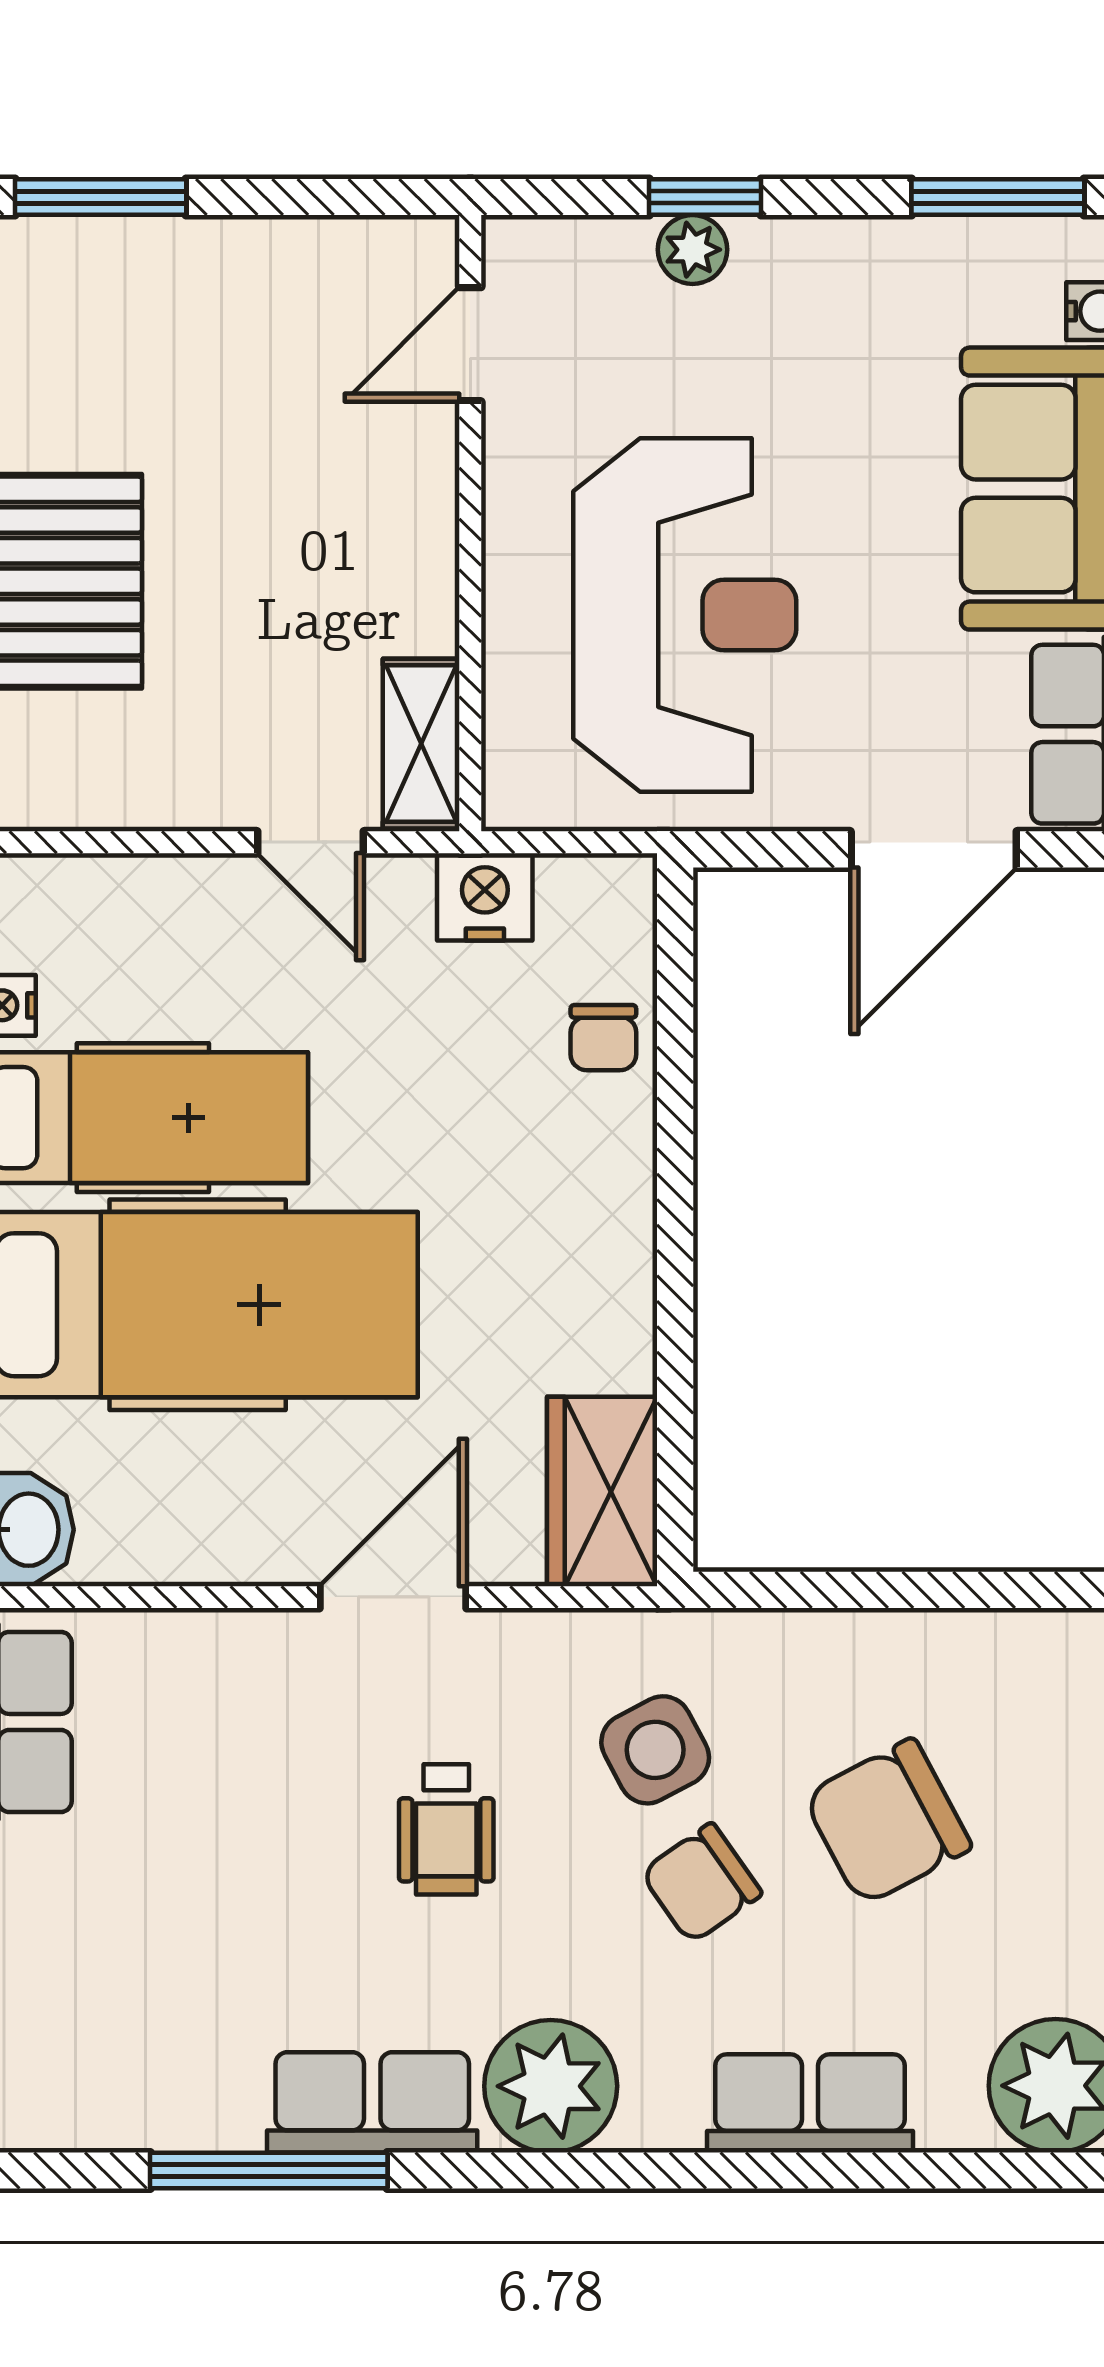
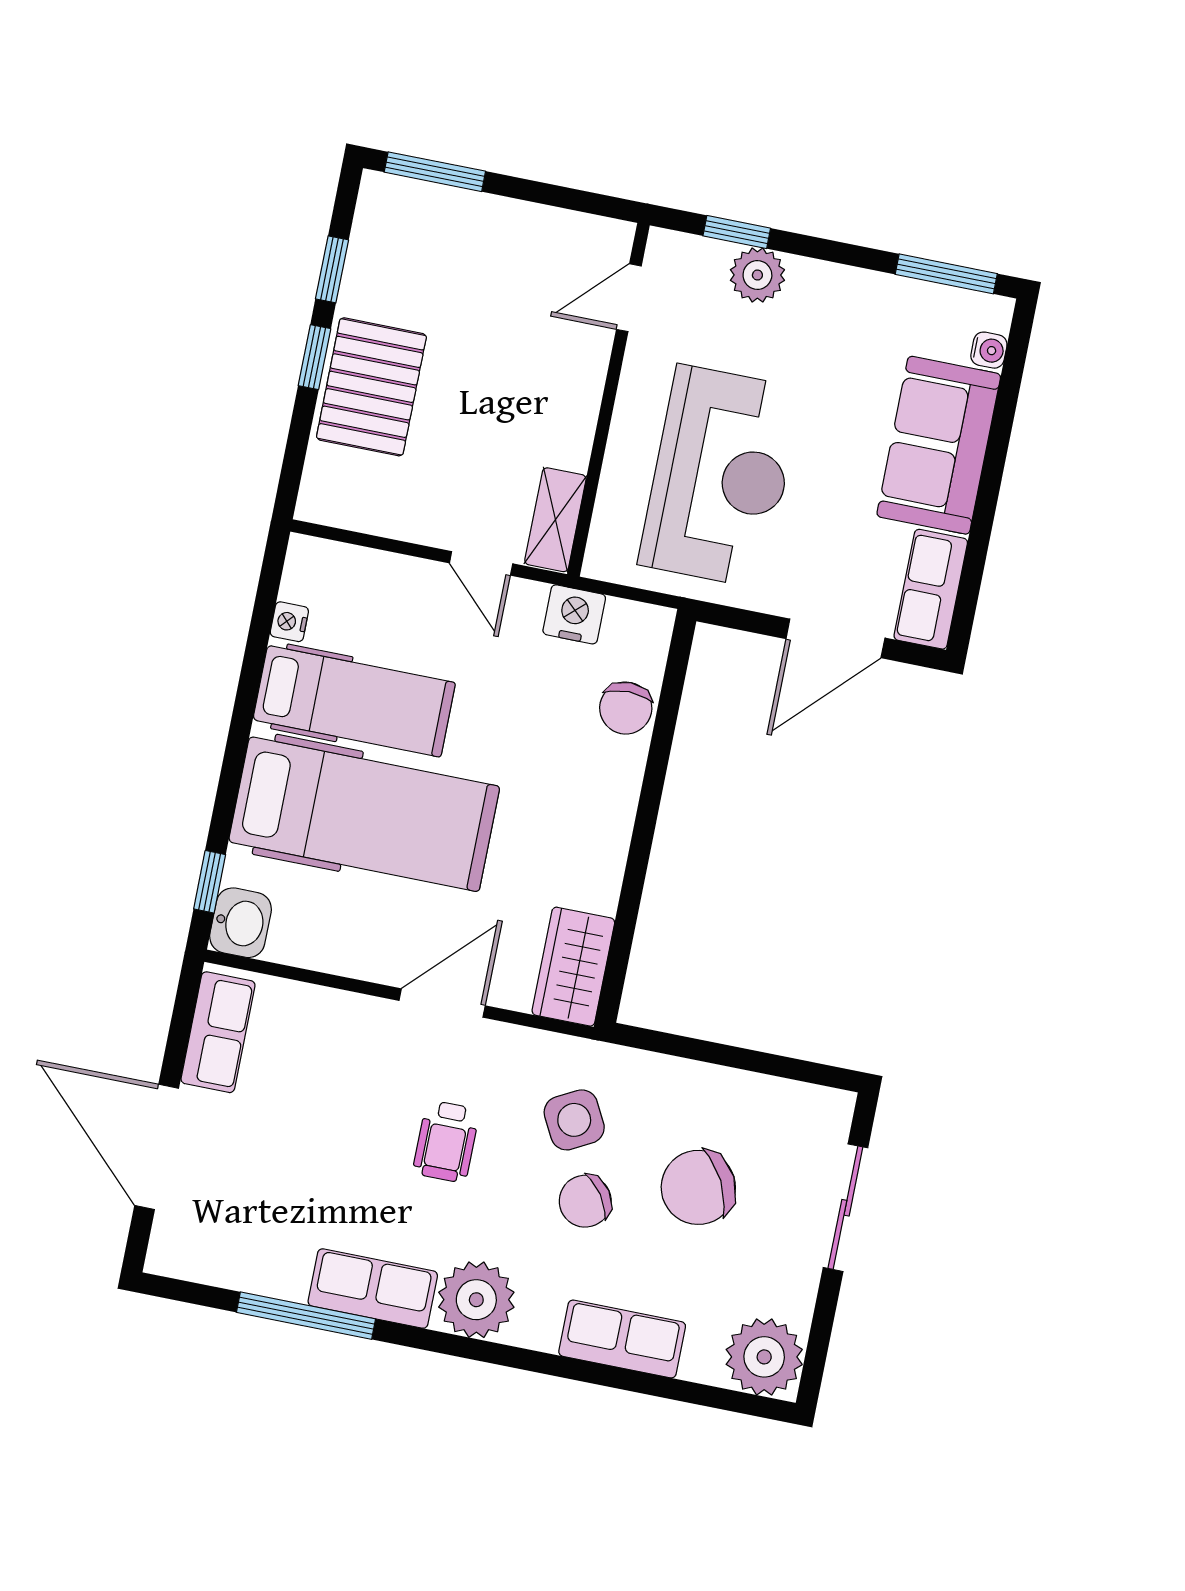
window: (705, 197) -> (737, 232), moved
plant: (692, 250) -> (757, 275), width x1.38, depth x1.38
chair: (603, 1038) -> (626, 708), width x1.37, depth x1.37

